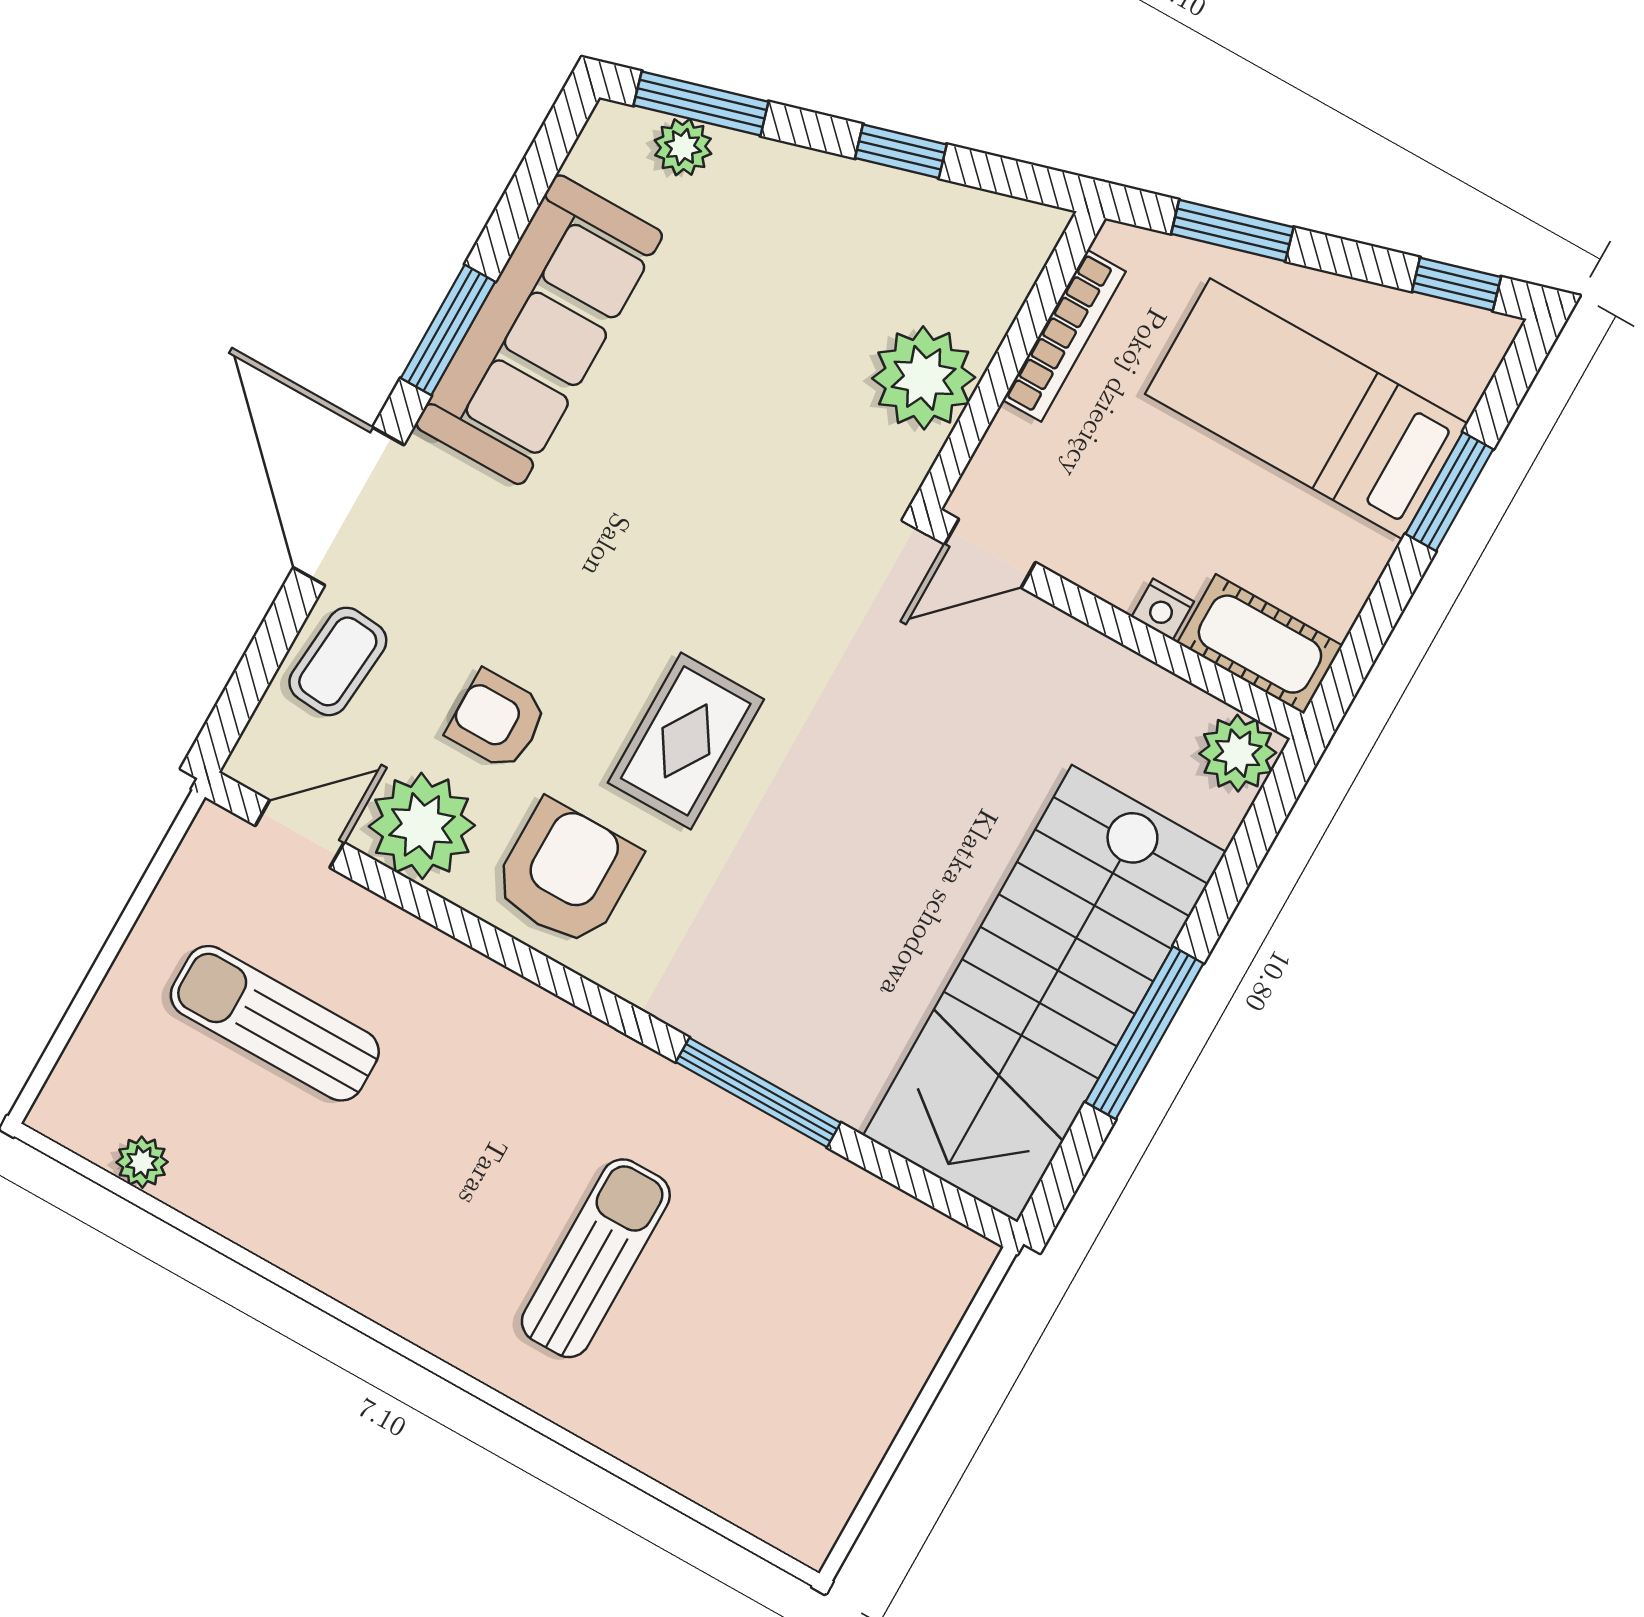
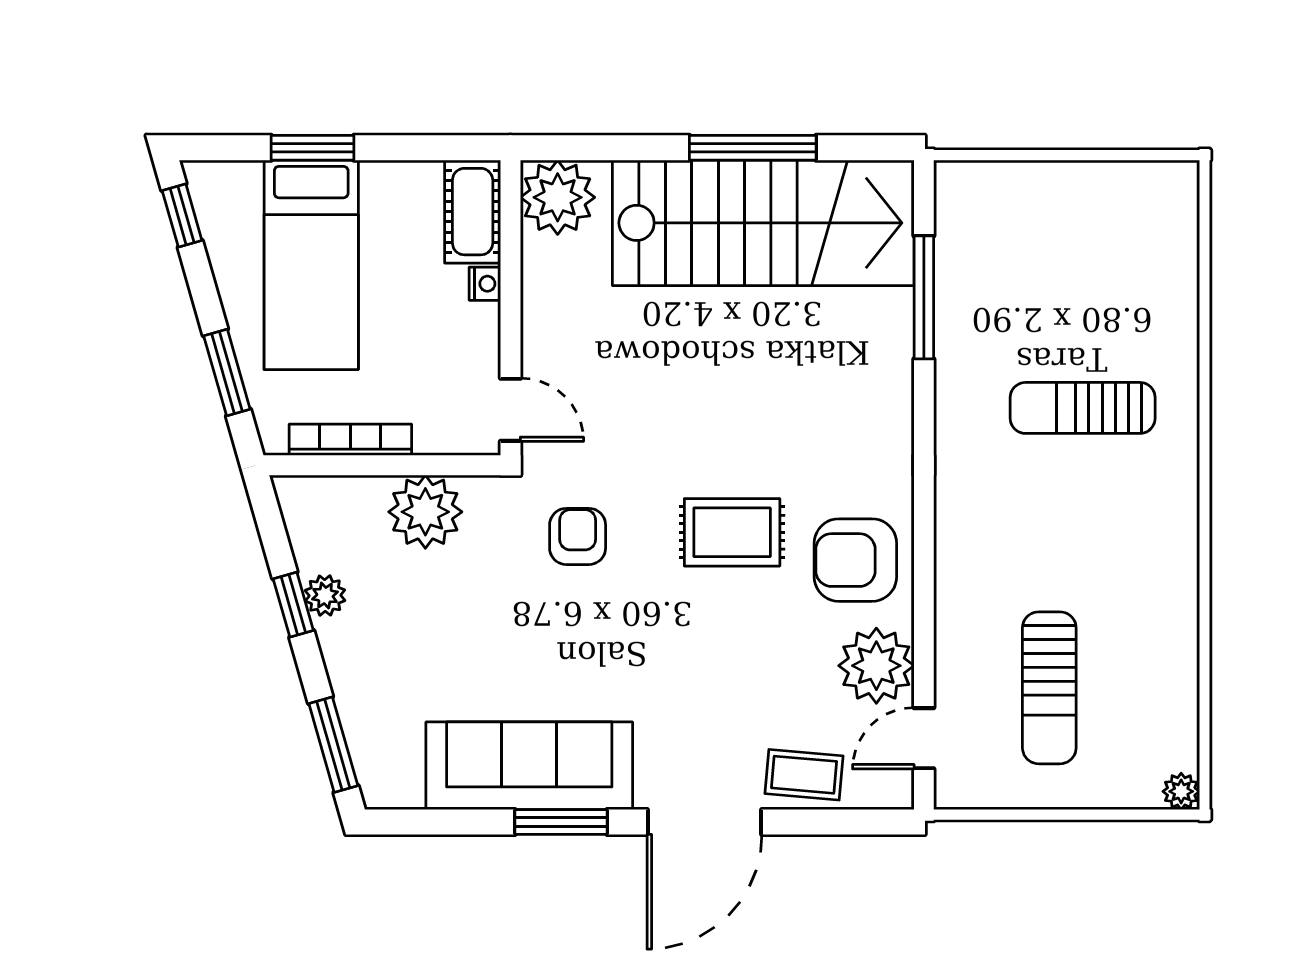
plant: (683, 147) -> (325, 596), moved
armchair: (497, 720) -> (578, 536), moved, turned 180
plant: (1238, 753) -> (558, 197), width x1.36, depth x1.36
door: (300, 834) -> (924, 738), hinge flipped
window: (758, 1092) -> (924, 297), moved
plant: (142, 1162) -> (1181, 791), moved

